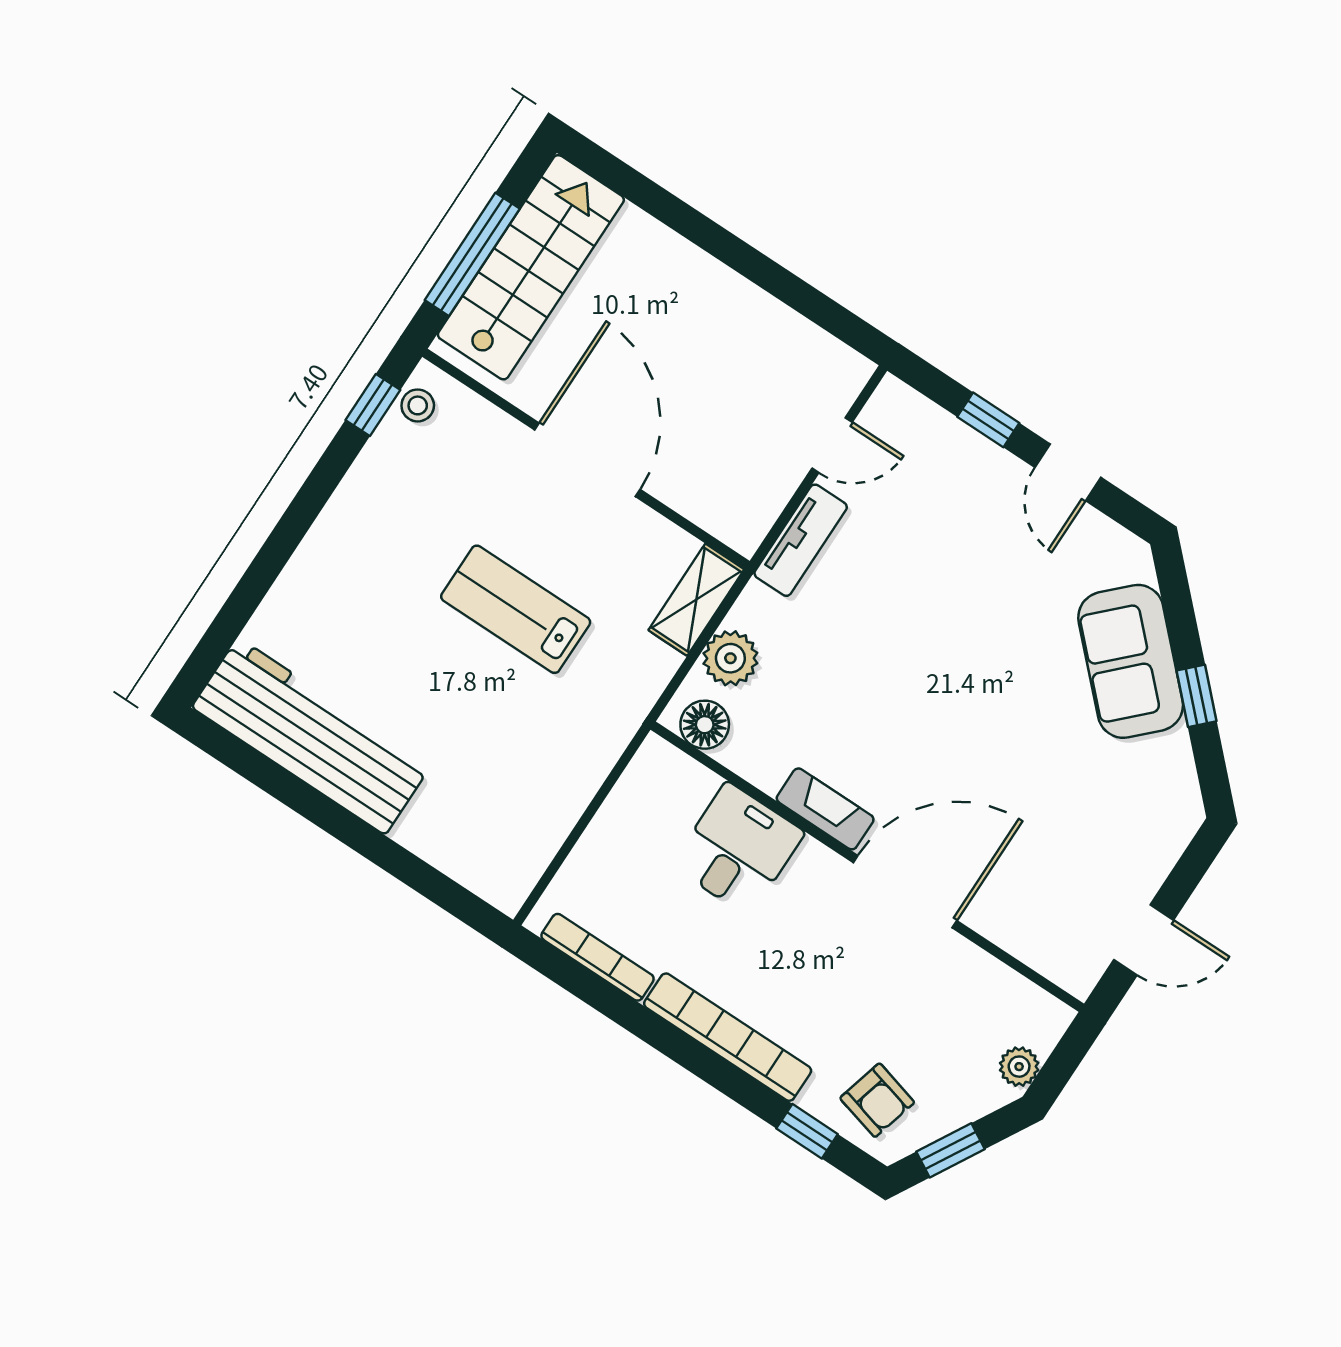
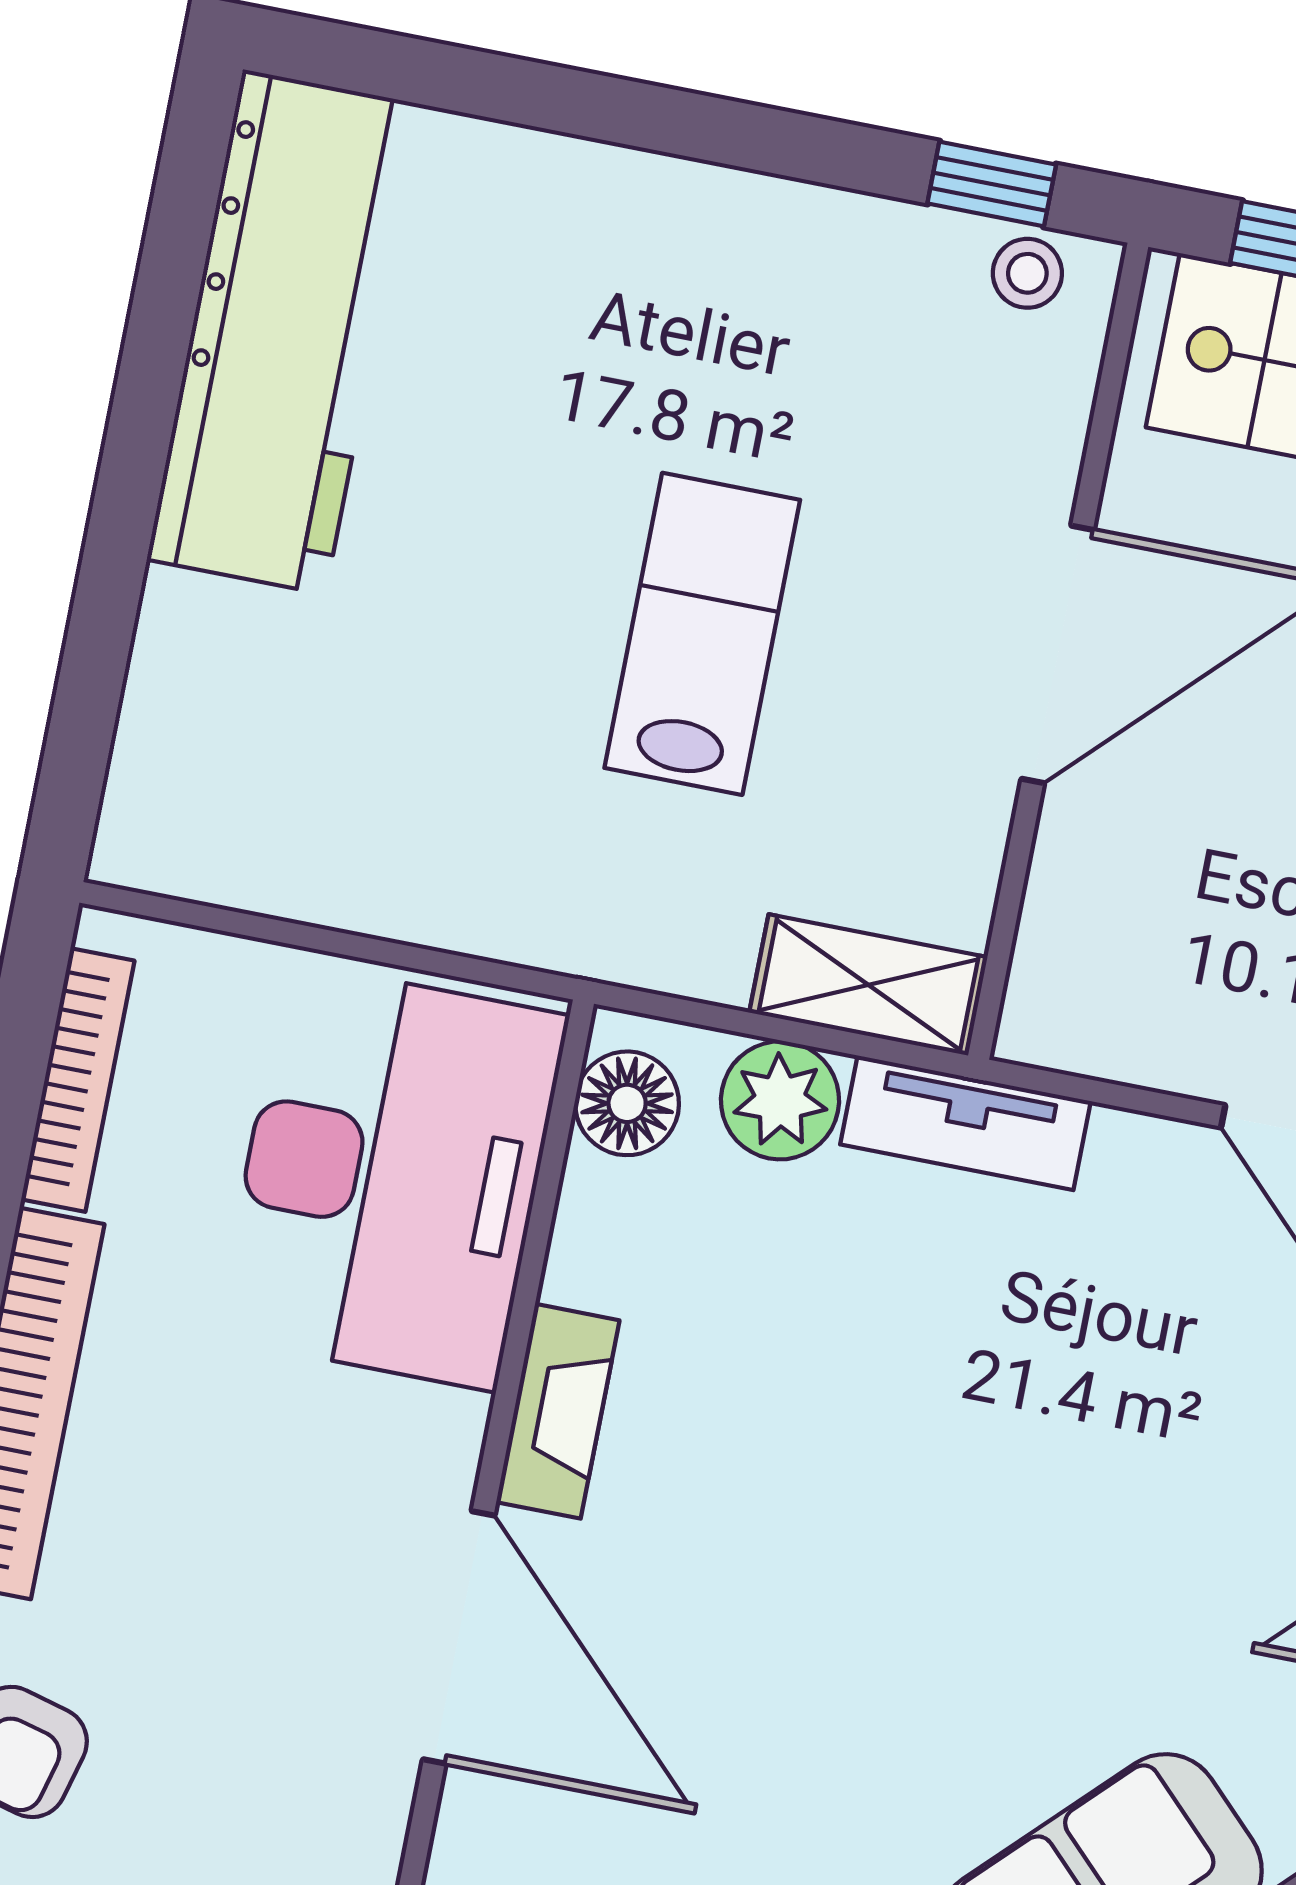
tv unit: (801, 540) -> (966, 1123), moved
desk: (738, 849) -> (392, 1176), width x1.87, depth x1.30

